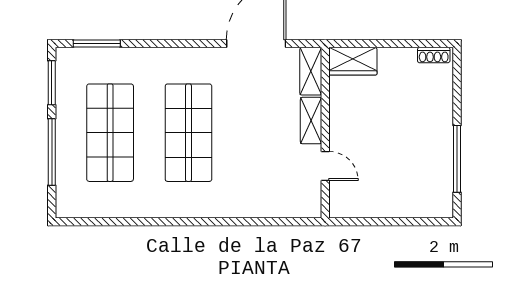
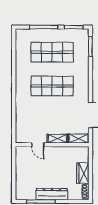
wardrobe: (353, 61) -> (83, 173), moved
dresser: (440, 133) -> (52, 194), added
door: (325, 166) -> (38, 145), hinge flipped

